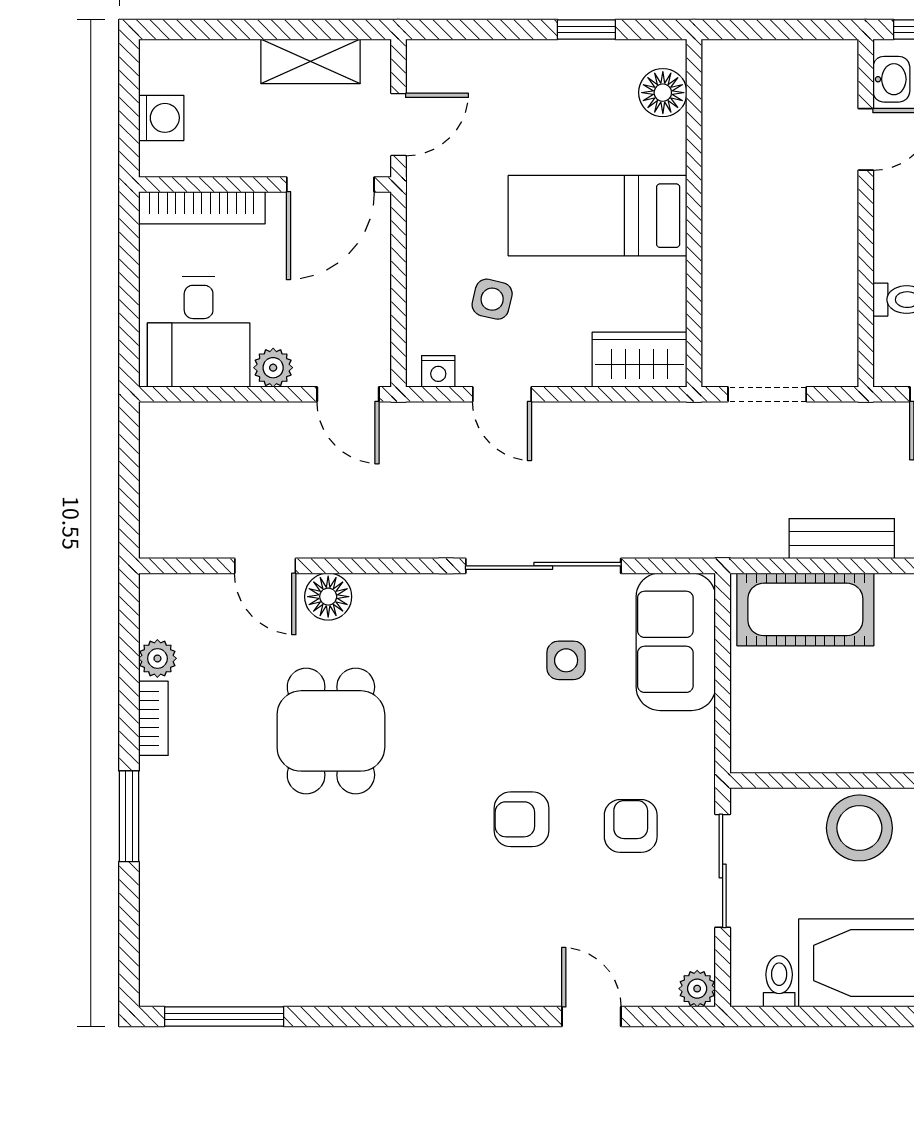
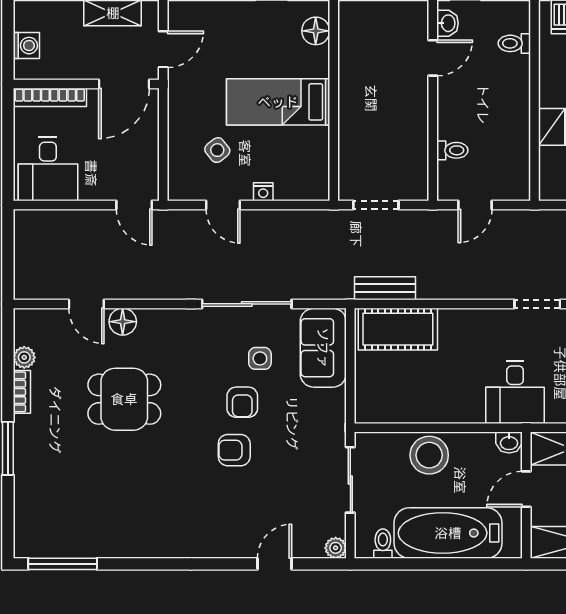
side table: (492, 299) -> (217, 150), turned 38
wardrobe: (640, 360) -> (302, 185), removed
plant: (273, 368) -> (91, 190), removed
nightstand: (438, 371) -> (263, 192), moved
bench: (842, 539) -> (385, 288), moved
dining table: (331, 731) -> (124, 399), turned 90
armchair: (631, 826) -> (242, 402), moved, turned 180
door: (591, 1016) -> (275, 564), hinge flipped

